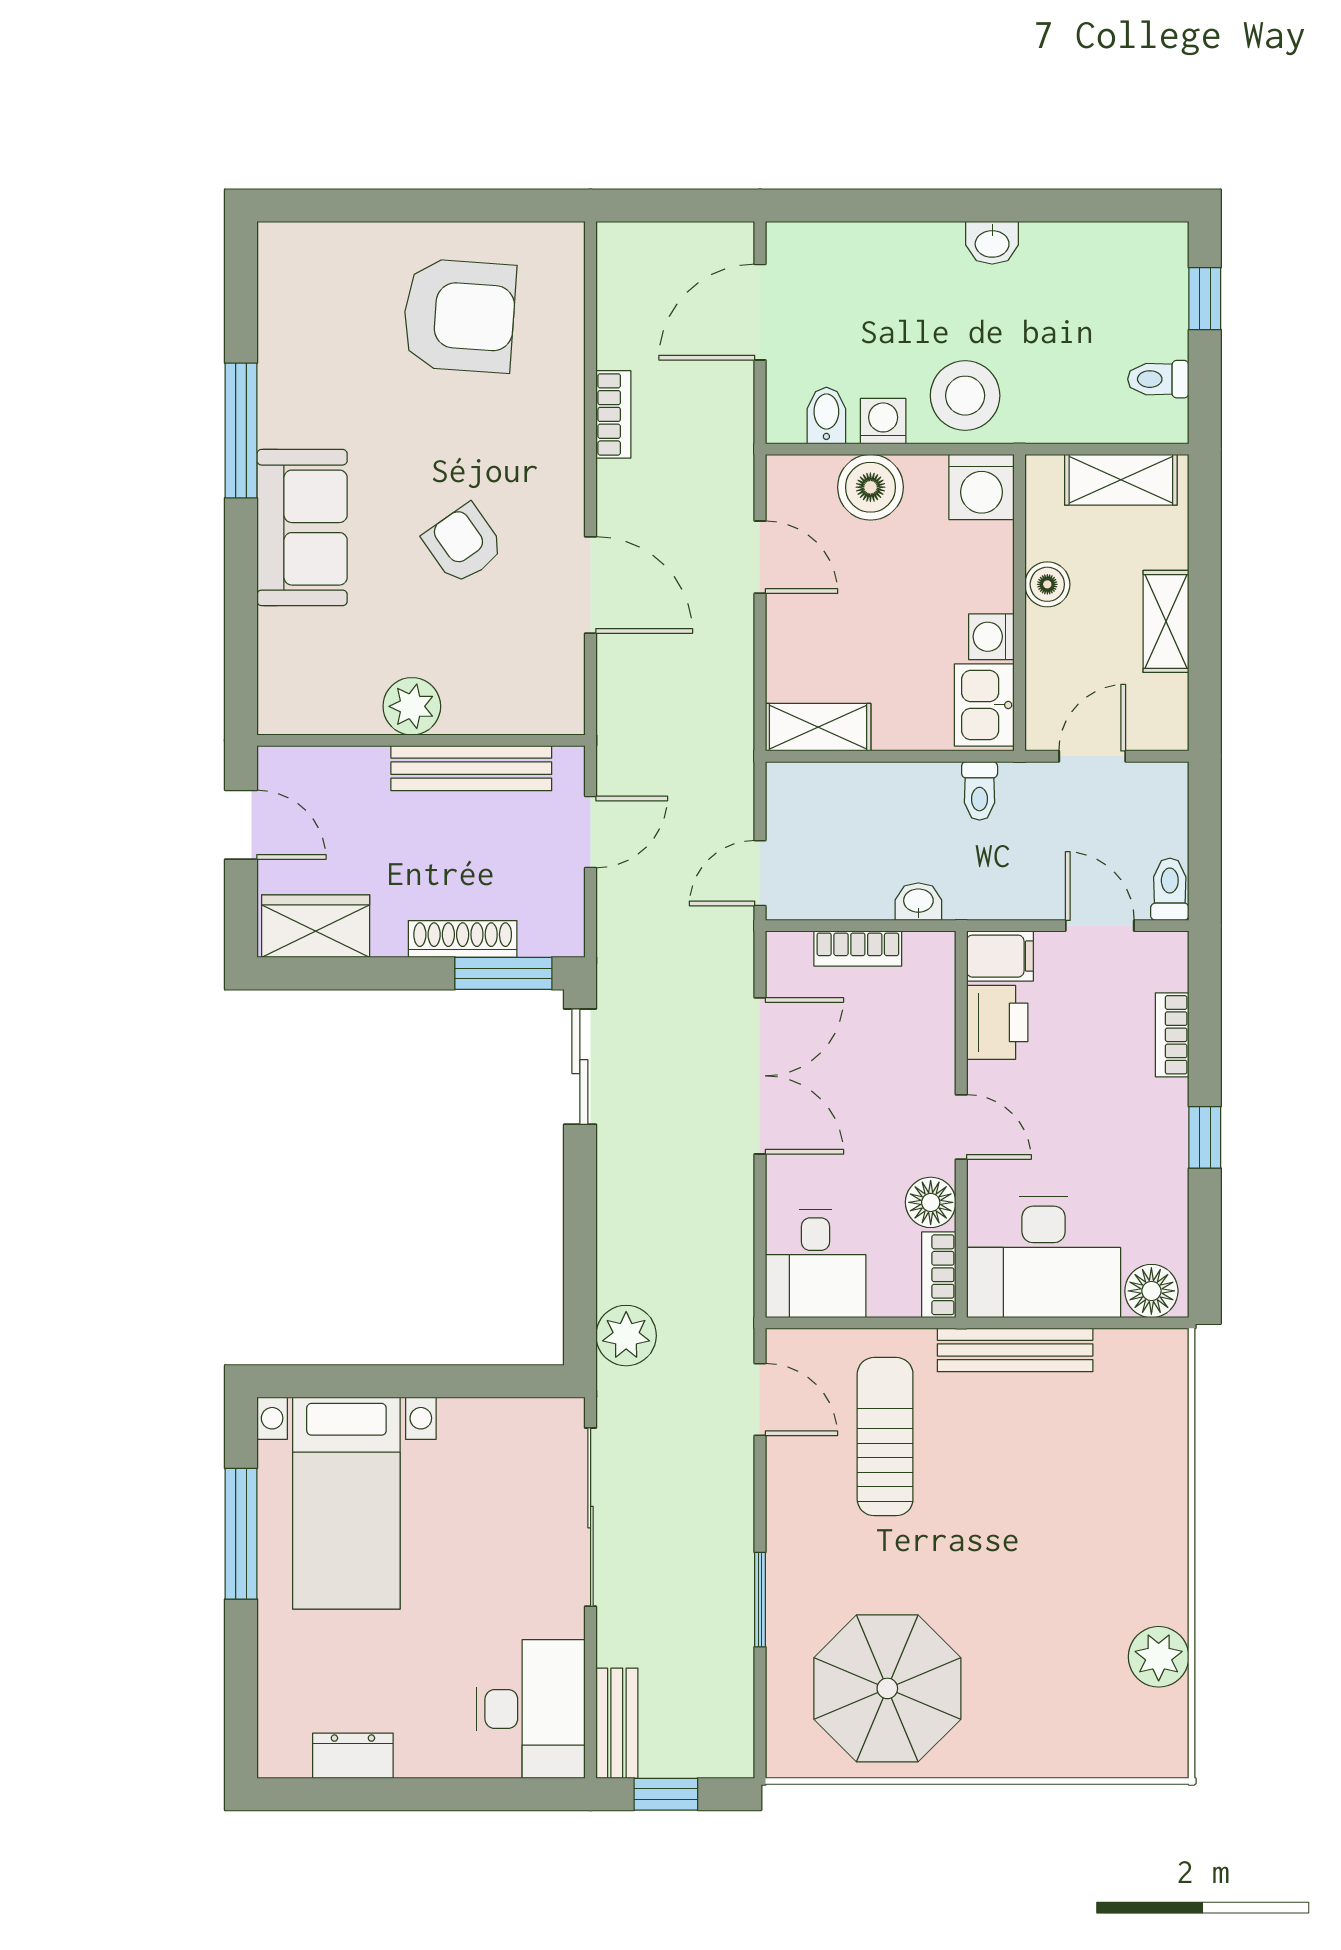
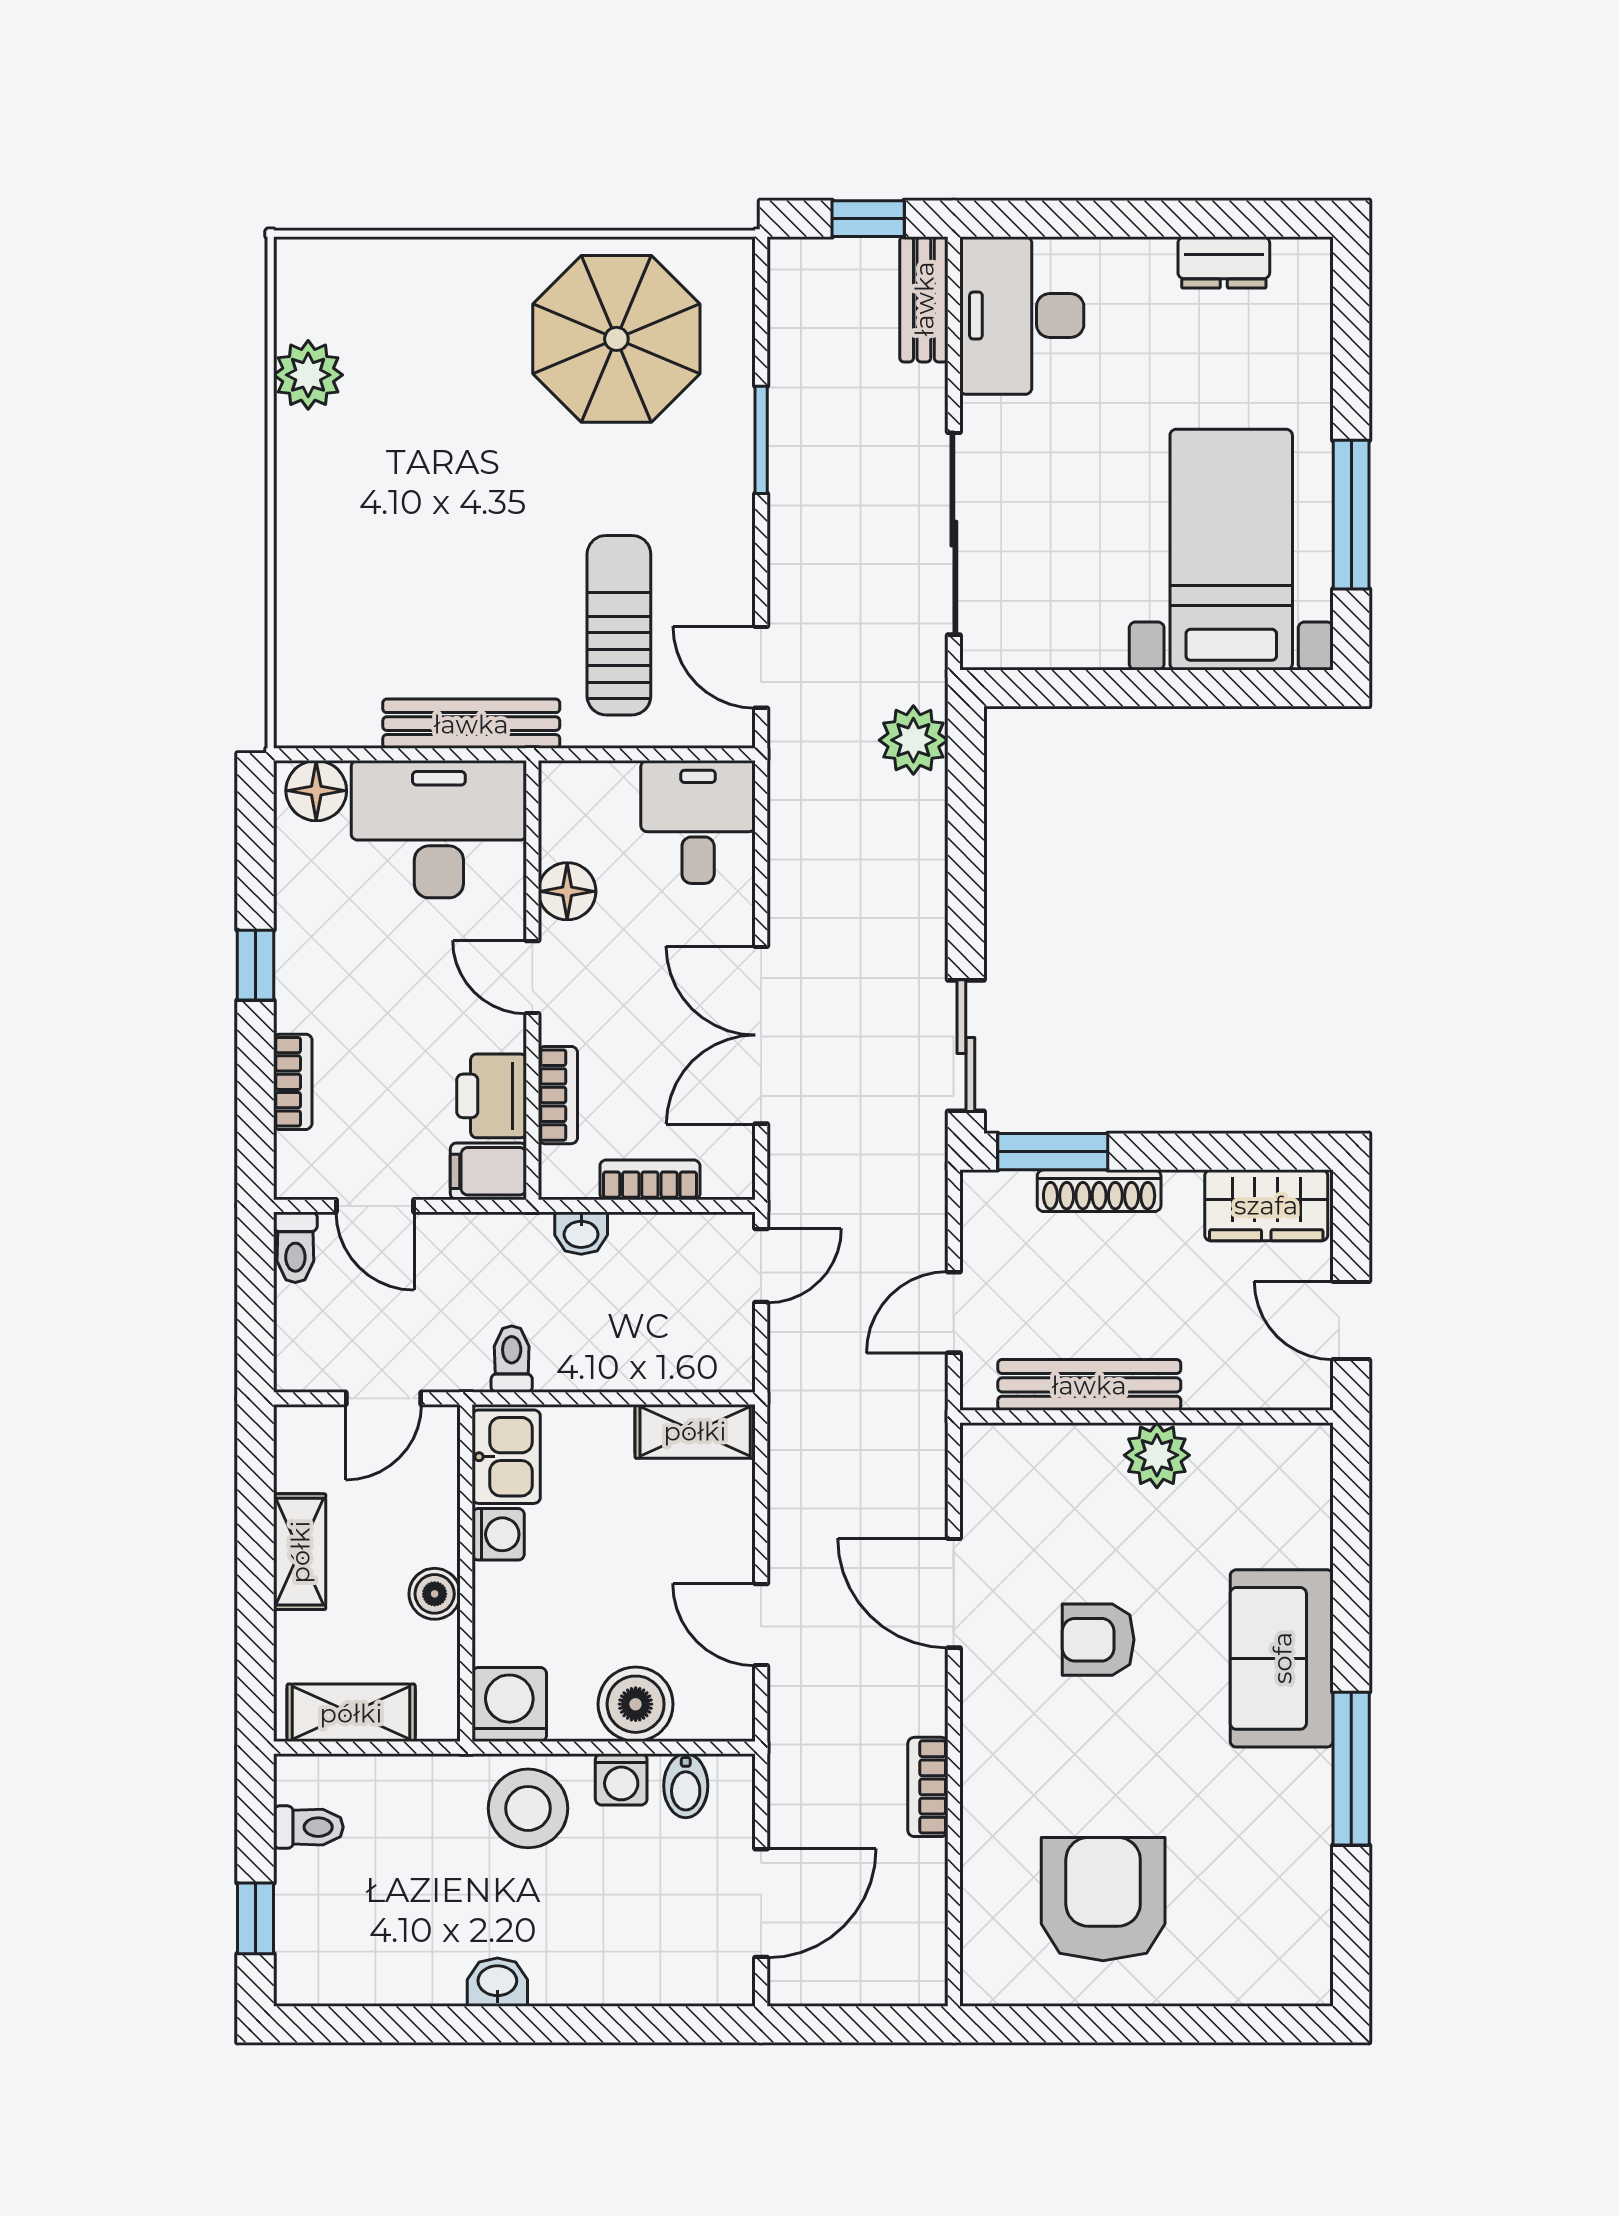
armchair: (459, 316) -> (1103, 1899), turned 86
armchair: (463, 544) -> (1098, 1640), turned 125
bookcase: (939, 1275) -> (558, 1095), moved
sun lounger: (885, 1437) -> (619, 625), turned 180

